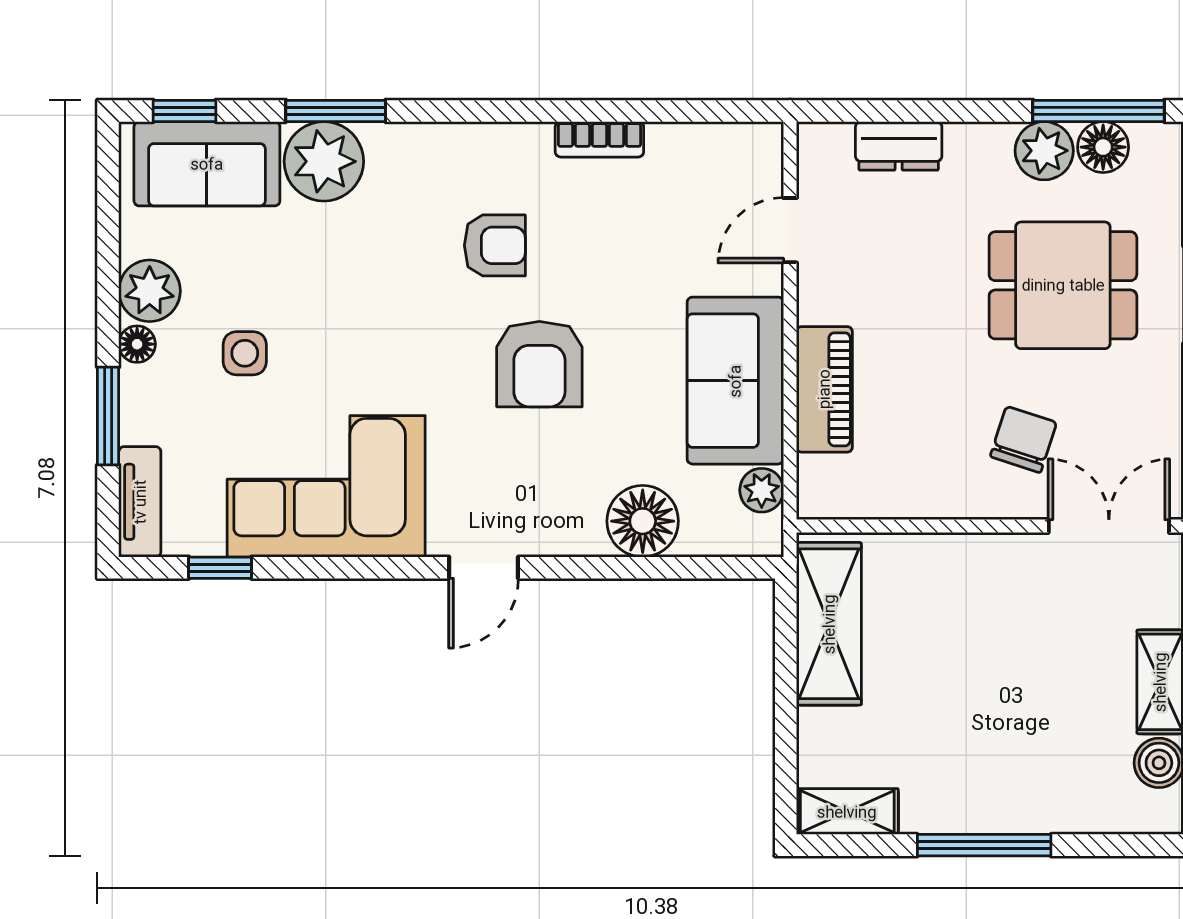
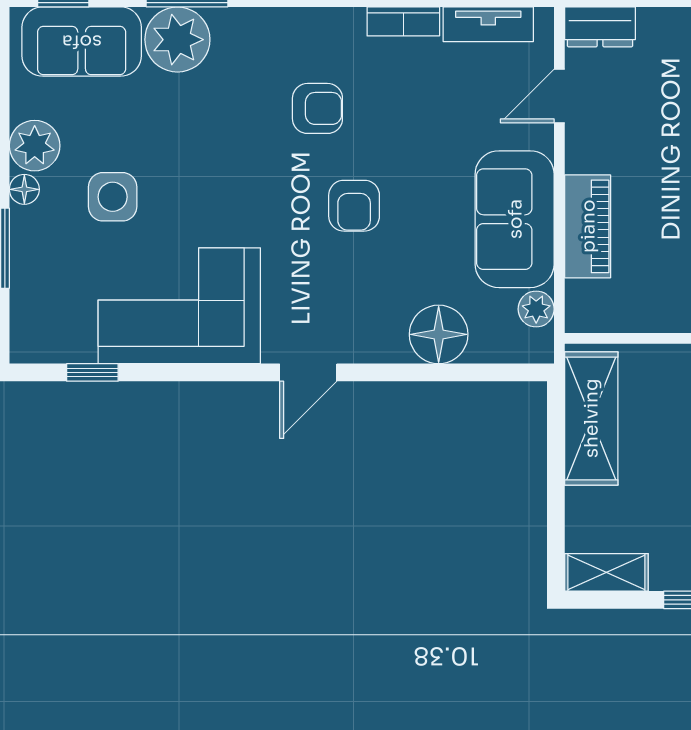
dresser: (899, 146) -> (600, 27), moved
side table: (245, 353) -> (113, 197), width x1.37, depth x1.37
armchair: (539, 364) -> (354, 206), width x0.72, depth x0.72
tv unit: (140, 502) -> (488, 24), moved, turned 90

